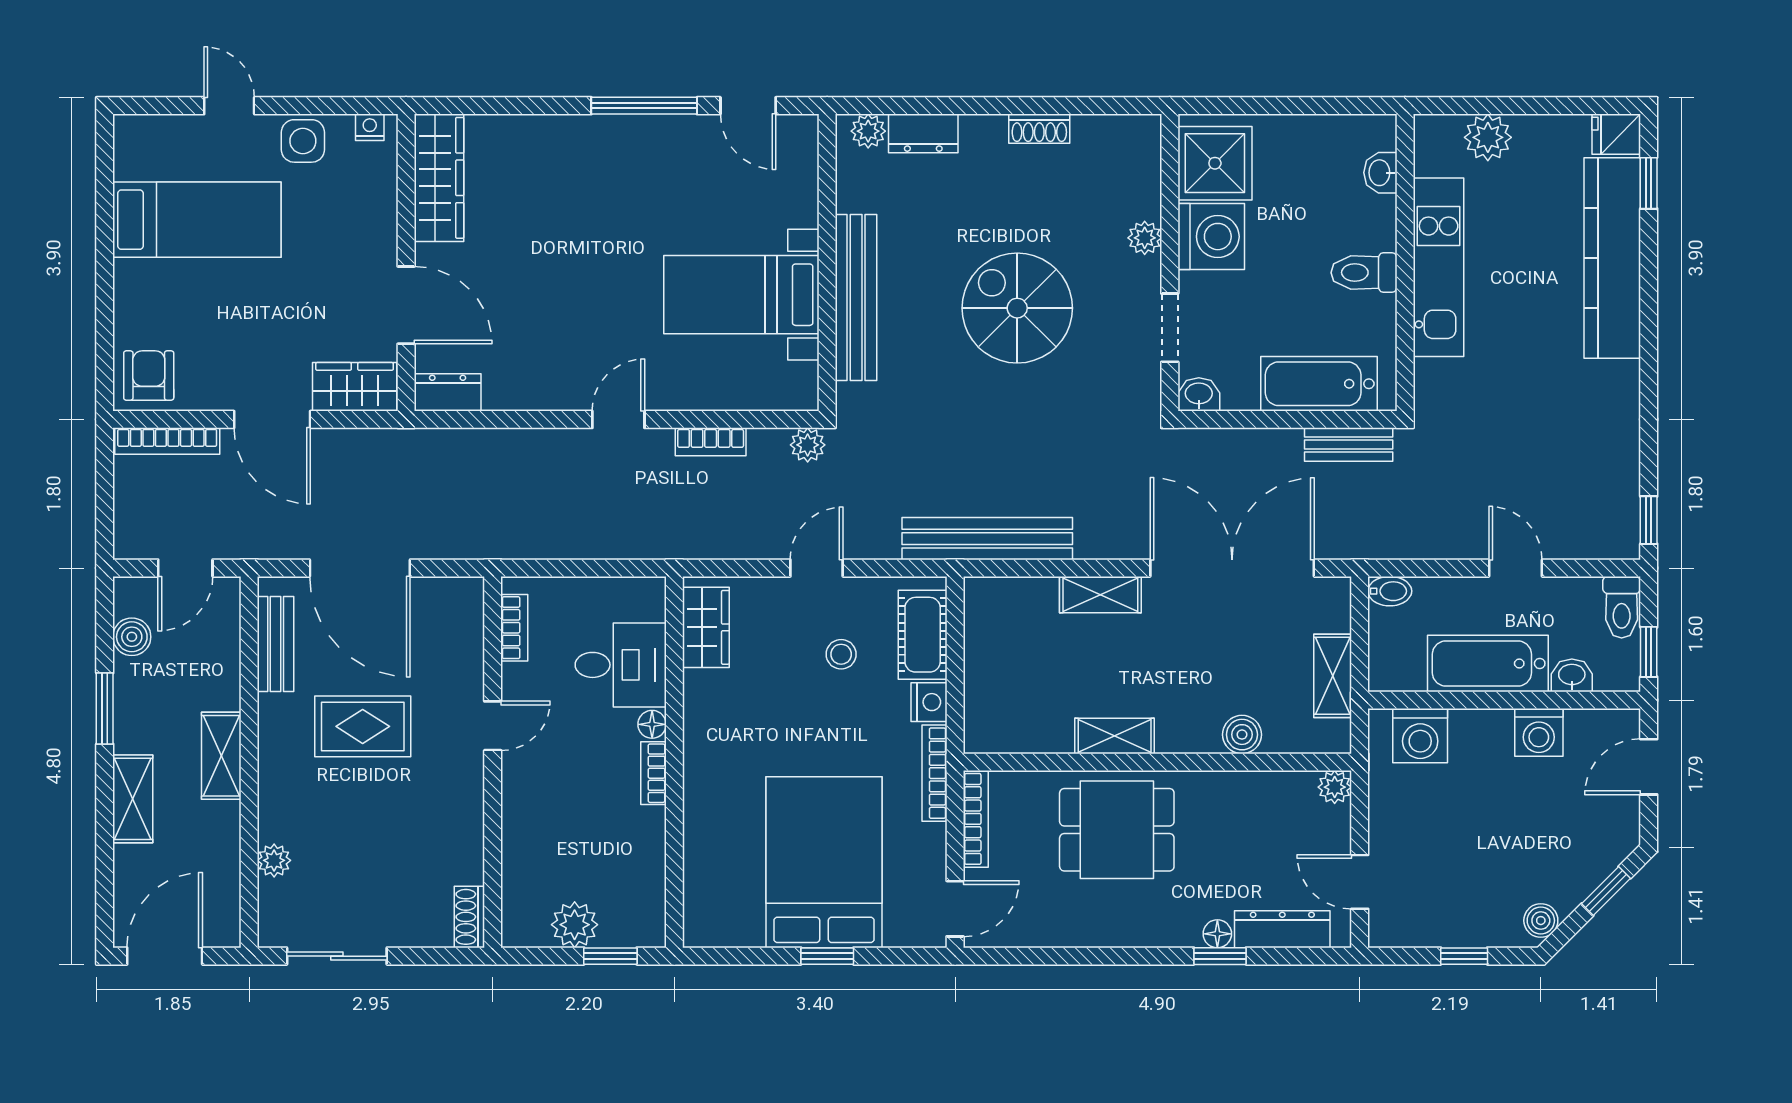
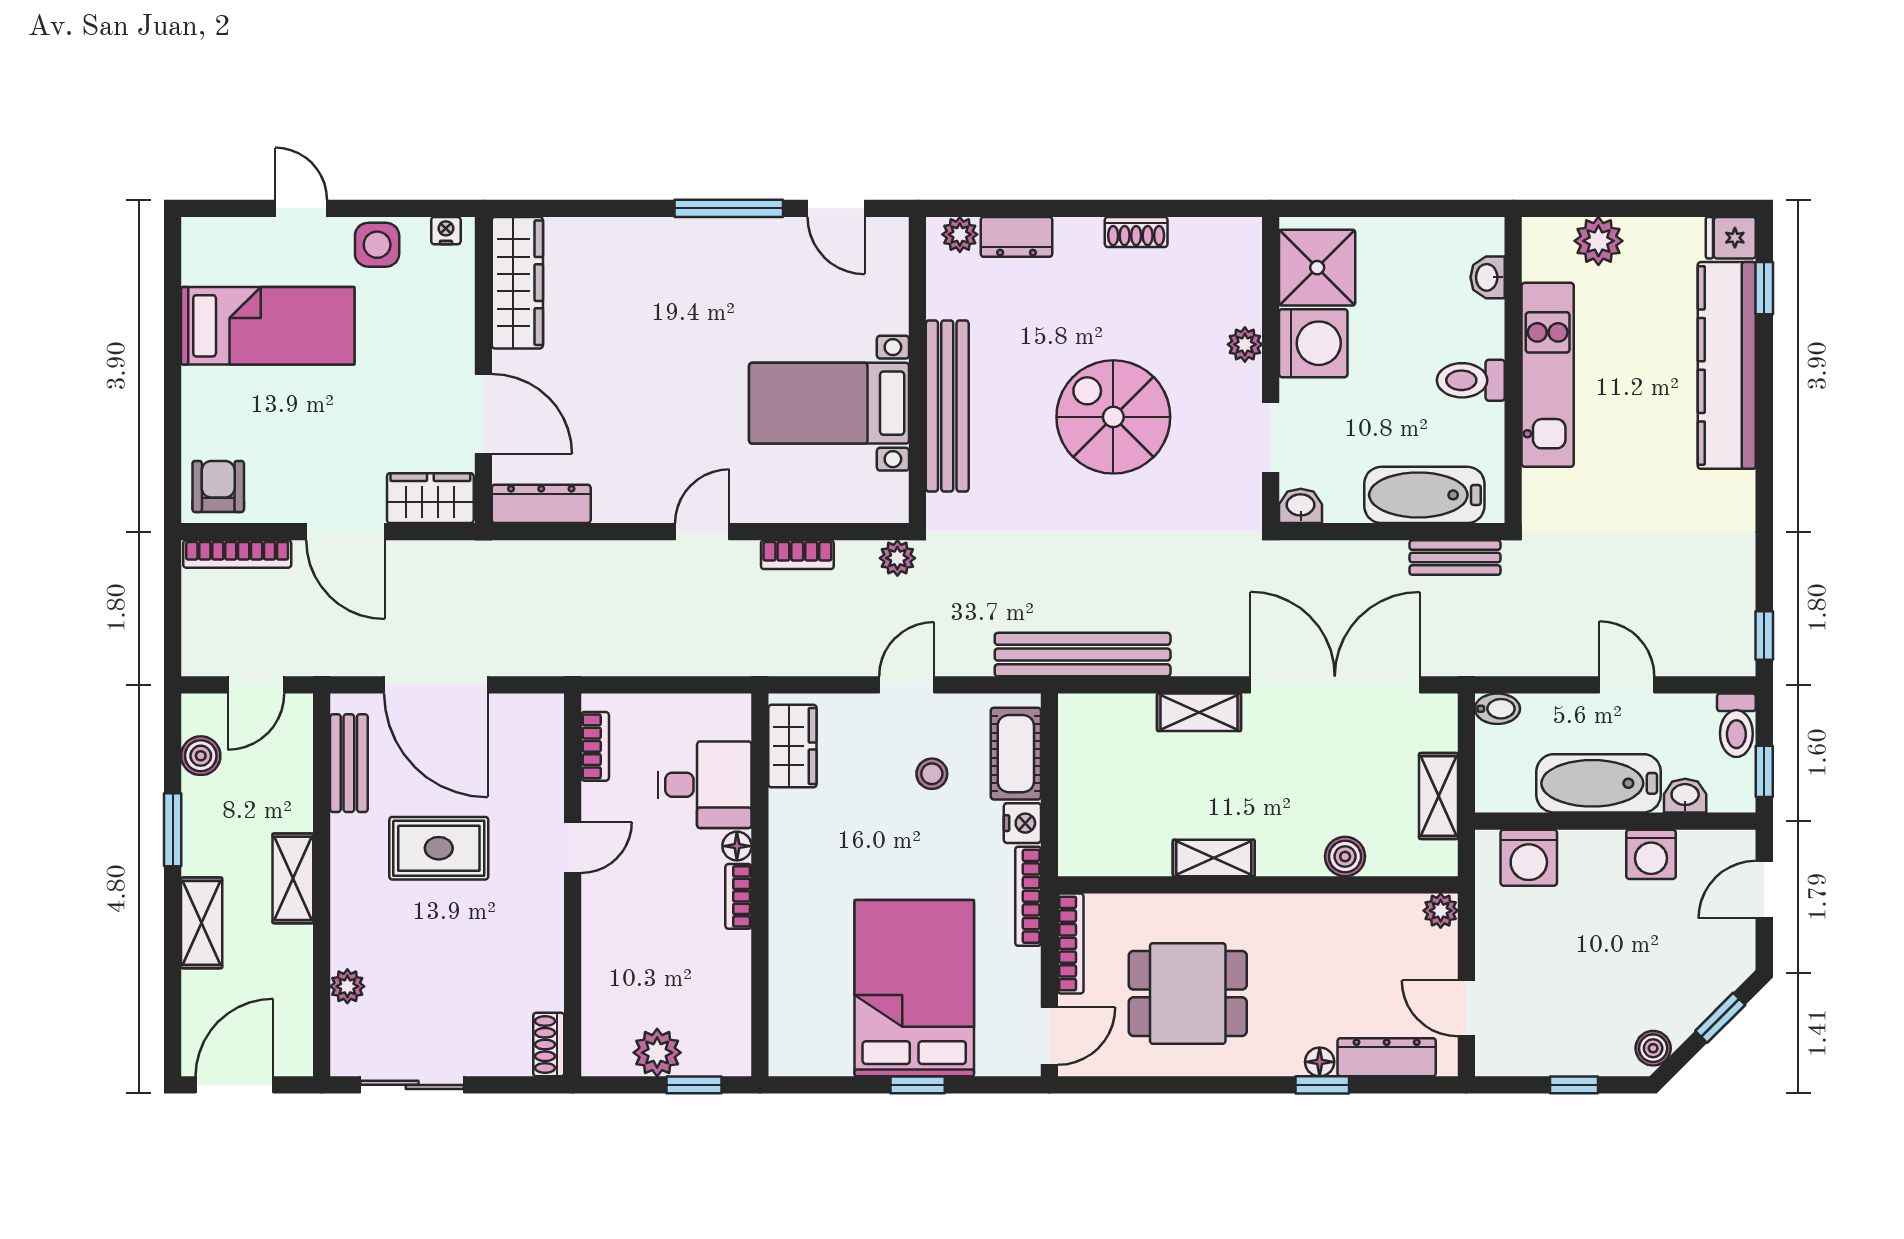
dresser: (448, 392) -> (541, 504), width x1.44
dining table: (1117, 830) -> (1188, 993), moved

